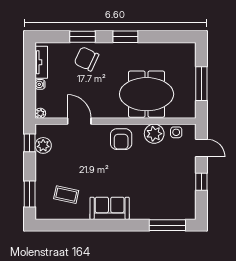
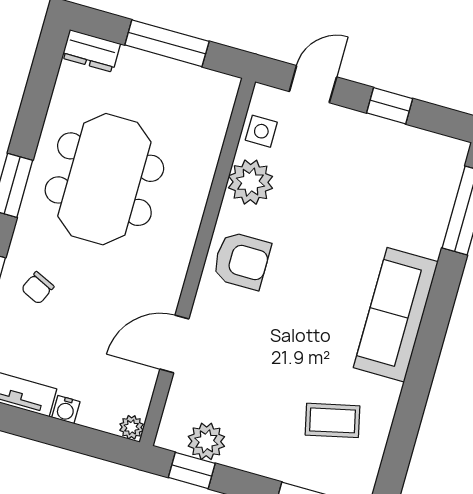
dresser: (189, 54) -> (91, 51), added
chair: (86, 59) -> (38, 288), width x0.54, depth x0.54
meeting table: (147, 94) -> (104, 179), moved
coffee table: (66, 195) -> (333, 420), turned 65
sofa: (110, 208) -> (396, 315), width x1.36

